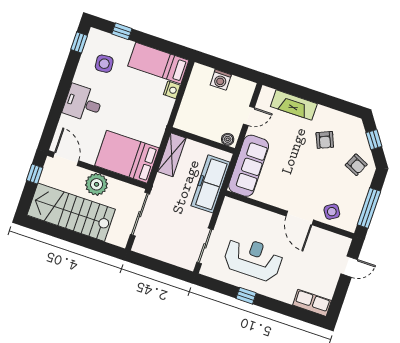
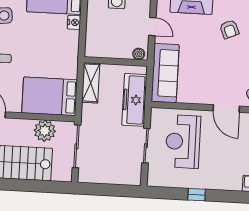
door: (249, 116) -> (152, 27), hinge flipped
plant: (97, 184) -> (45, 131), moved
sliding door: (205, 246) -> (146, 146), moved
reception desk: (253, 259) -> (183, 142), moved, turned -90

